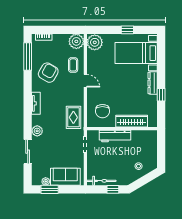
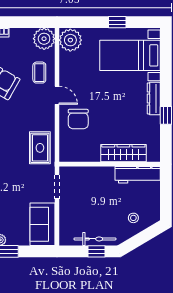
chair: (102, 111) -> (78, 119), moved
workbench: (115, 136) -> (138, 175), moved
sofa: (65, 177) -> (43, 224), moved, turned -90
bicycle: (101, 181) -> (95, 239), moved

